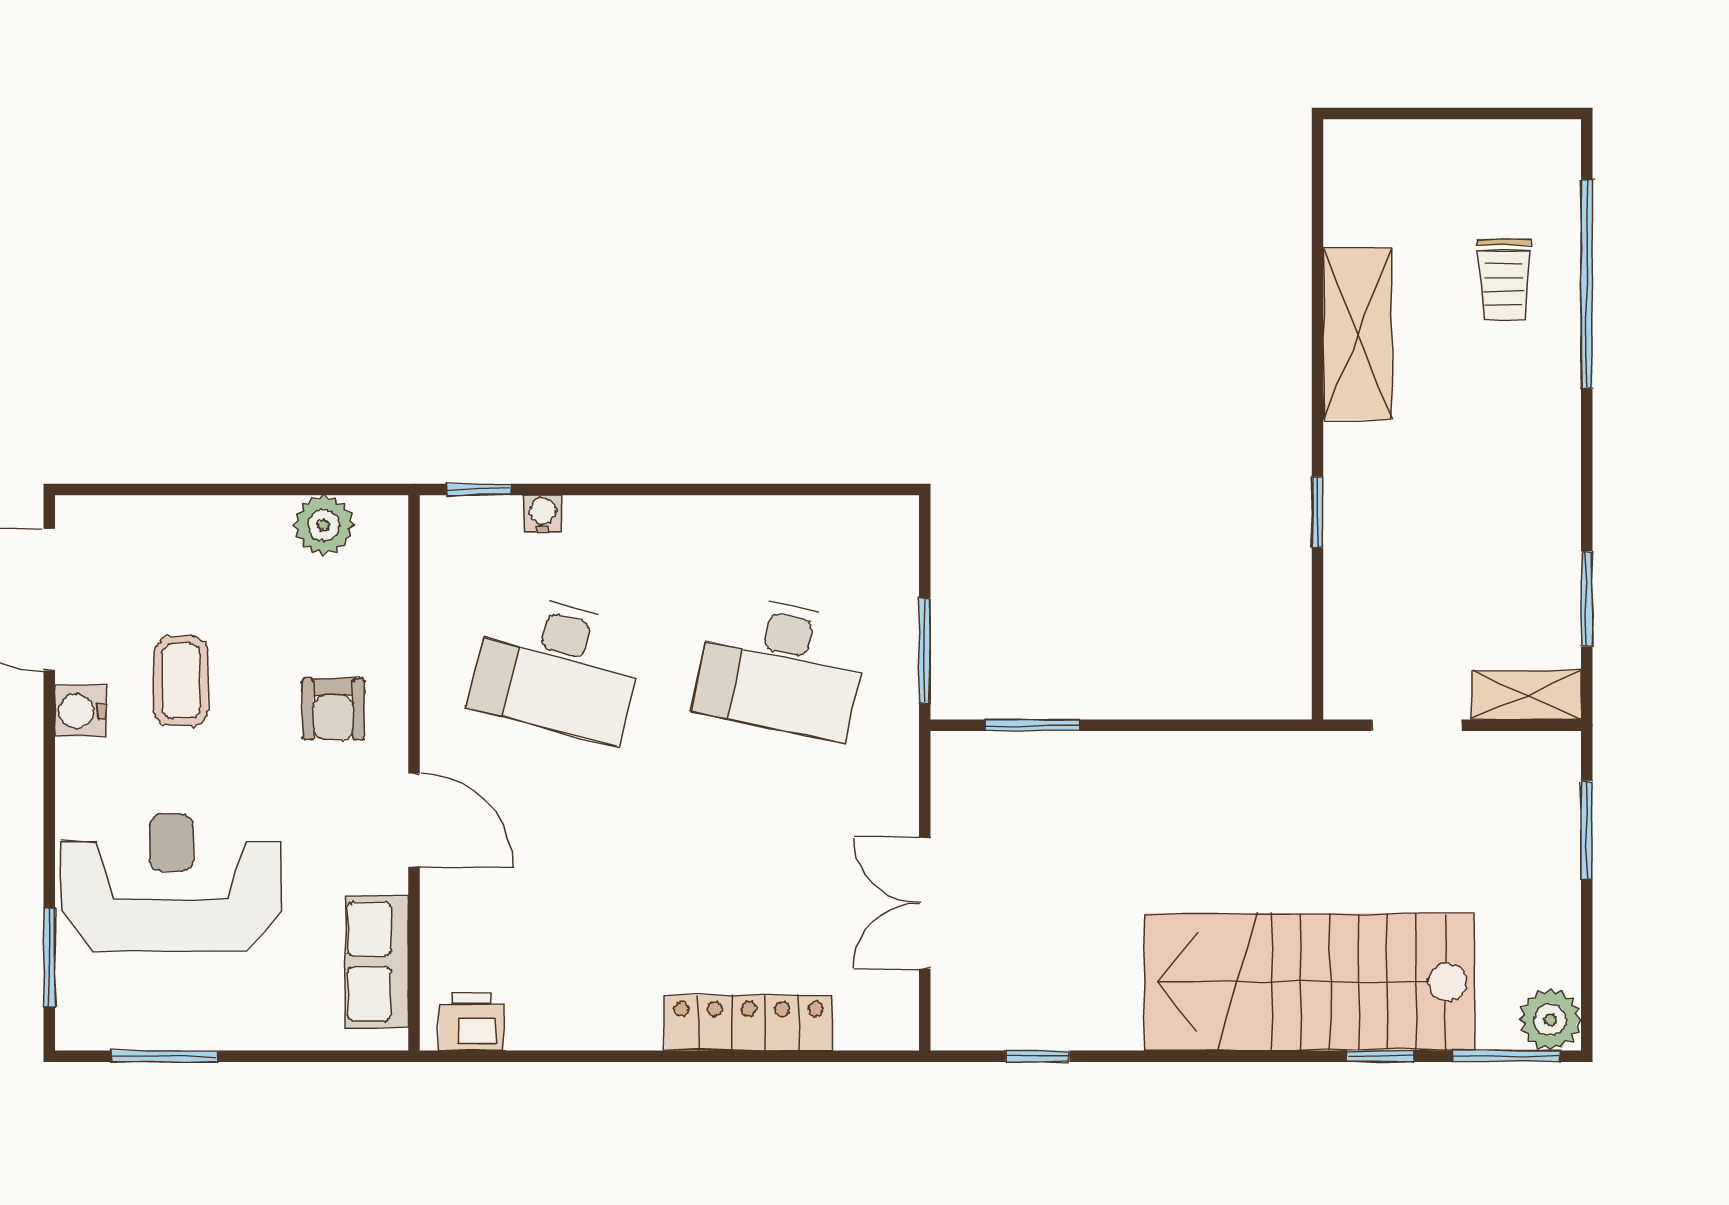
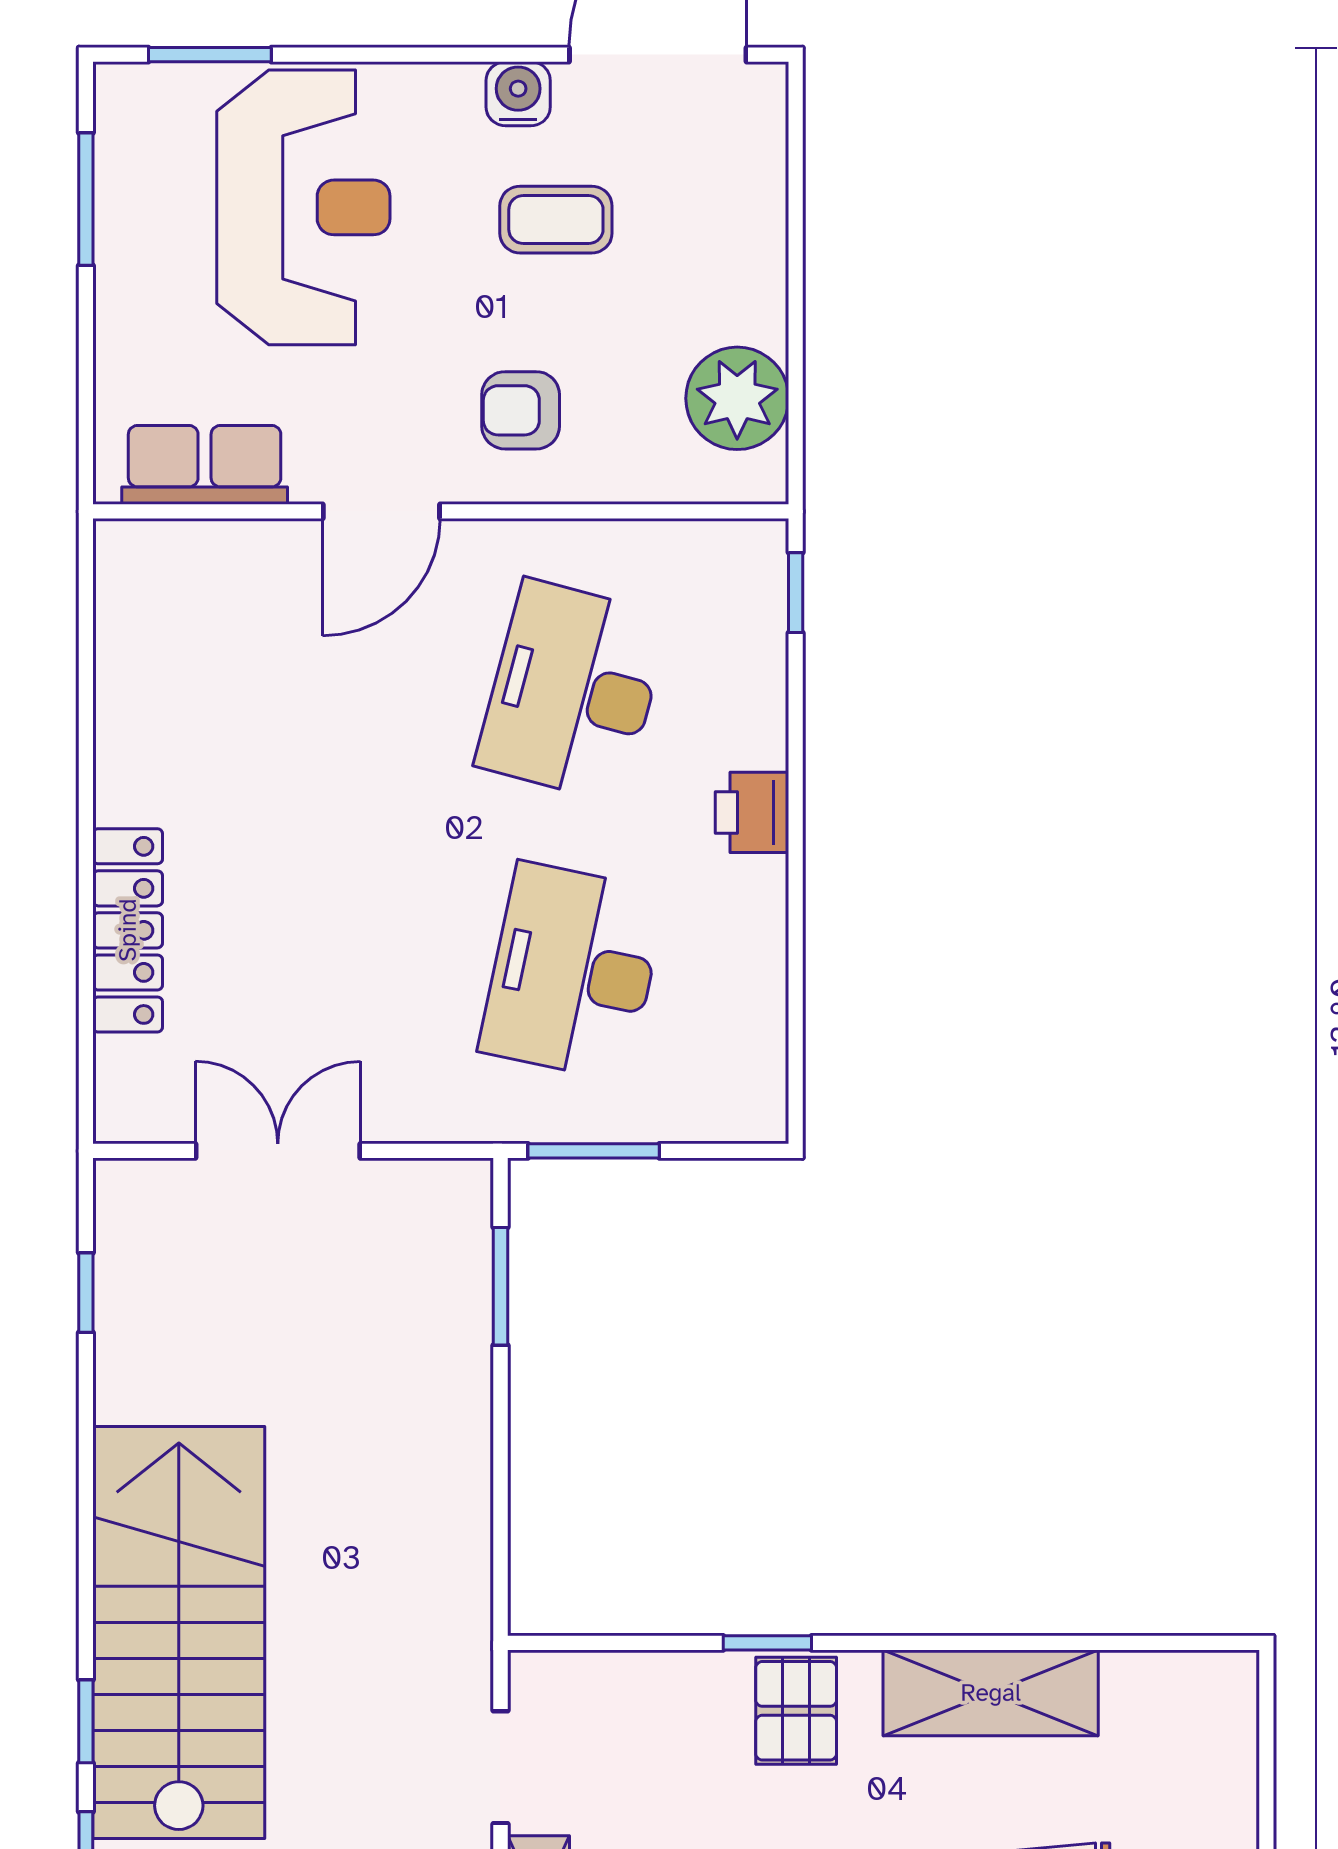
pallet: (1372, 489) -> (796, 1711), added
water cooler: (543, 514) -> (765, 672), removed
plant: (324, 525) -> (737, 398), width x1.36, depth x1.36
printer: (471, 1021) -> (752, 812), moved, turned 180

